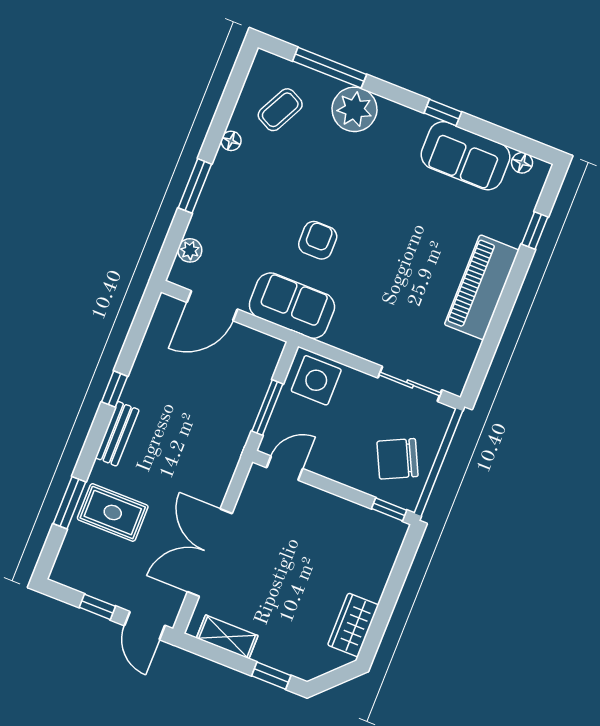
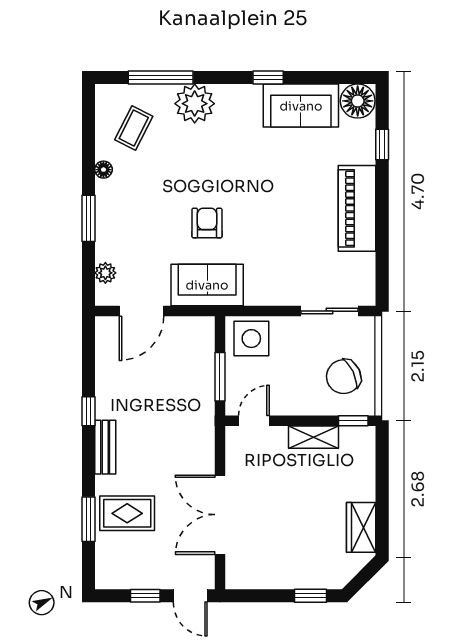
floor lamp: (522, 163) -> (358, 101), width x1.89, depth x1.89
shelving: (227, 637) -> (314, 437), moved

